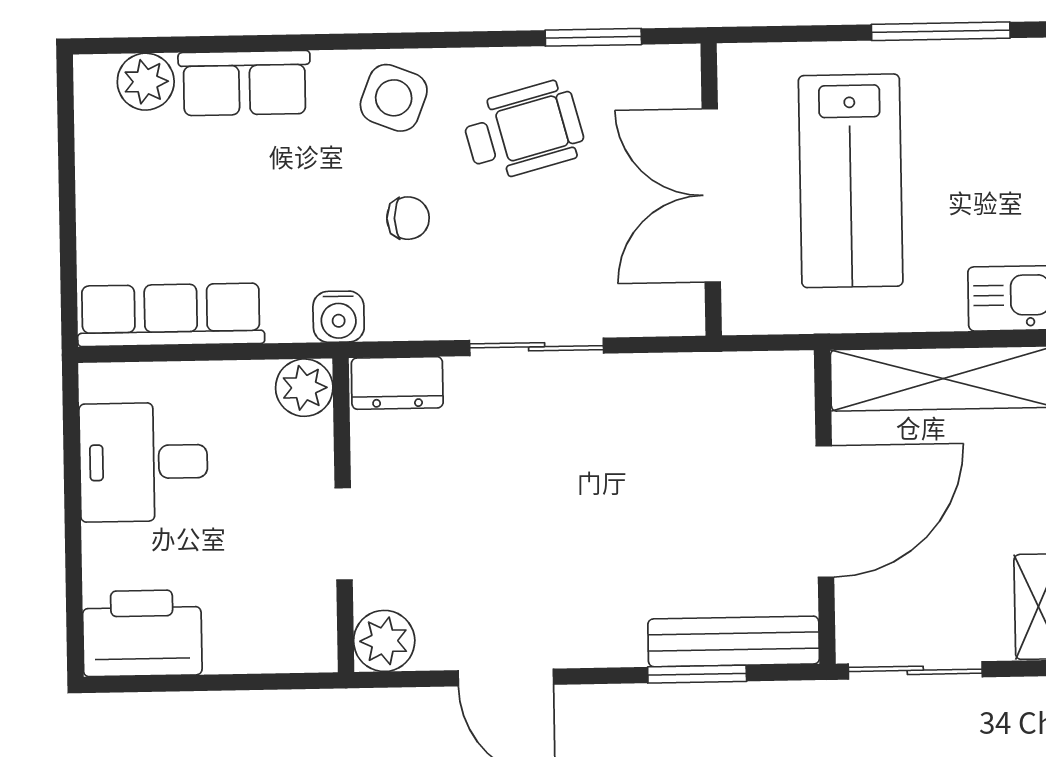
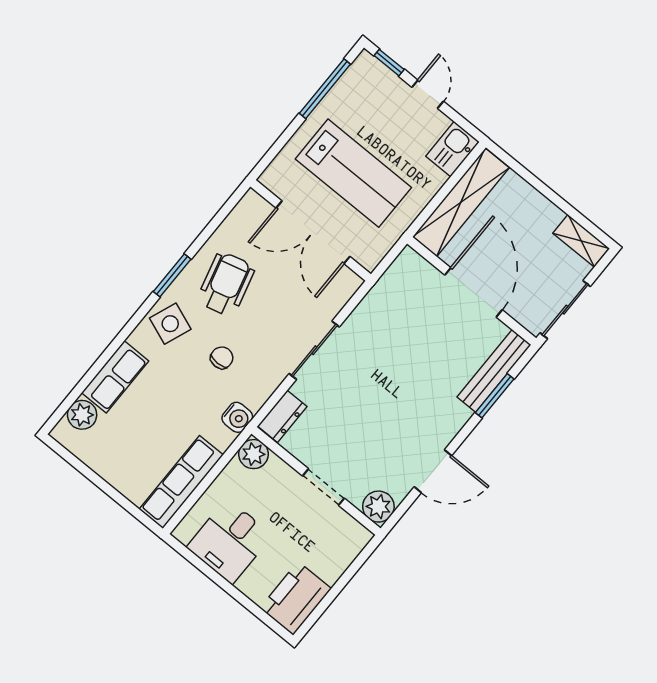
window: (593, 37) -> (172, 275), moved

